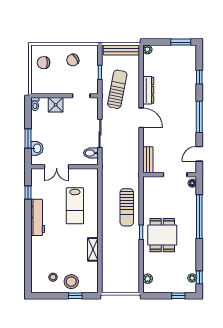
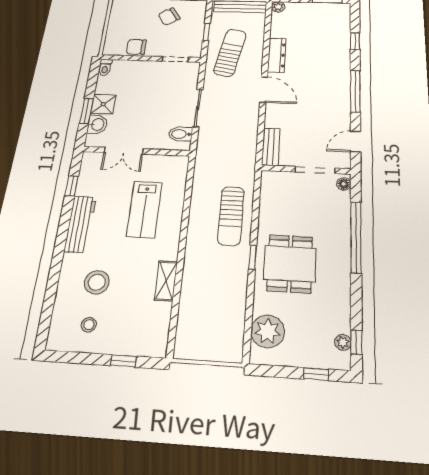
chair: (44, 63) -> (136, 47), moved
shower: (56, 105) -> (103, 104), moved
plant: (148, 279) -> (268, 331), width x1.87, depth x1.87
stool: (71, 282) -> (97, 282), moved

